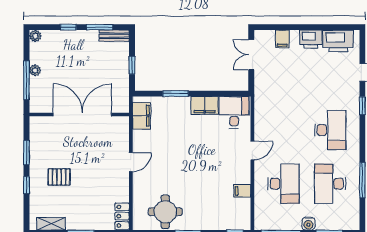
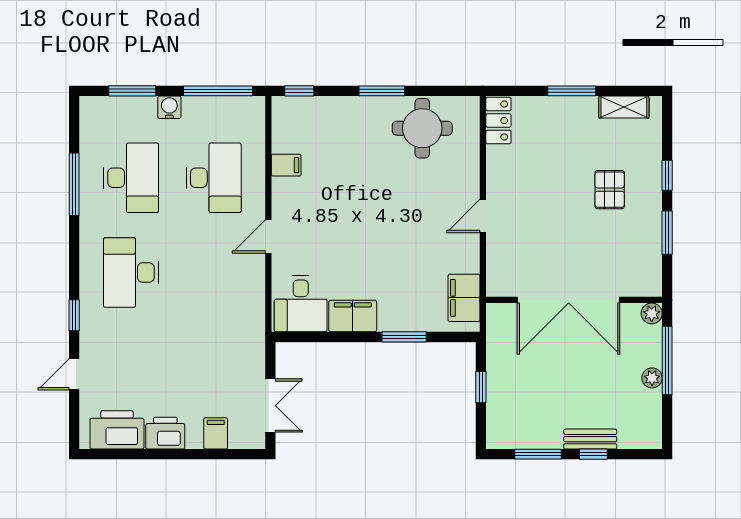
plant: (35, 36) -> (652, 313), moved
bench: (114, 36) -> (590, 439), moved
pallet: (59, 177) -> (610, 190), turned 90
desk: (283, 184) -> (214, 178), turned 180

